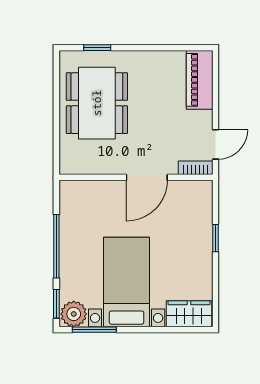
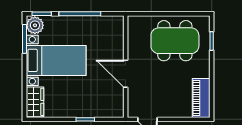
piano: (200, 80) -> (201, 98), moved, turned -90
bookcase: (196, 168) -> (132, 106), removed

